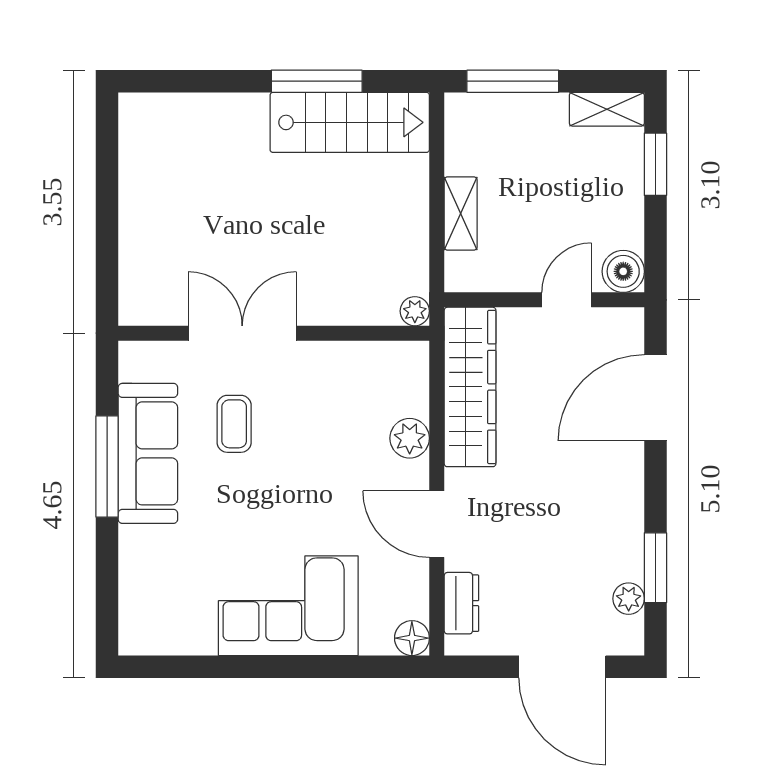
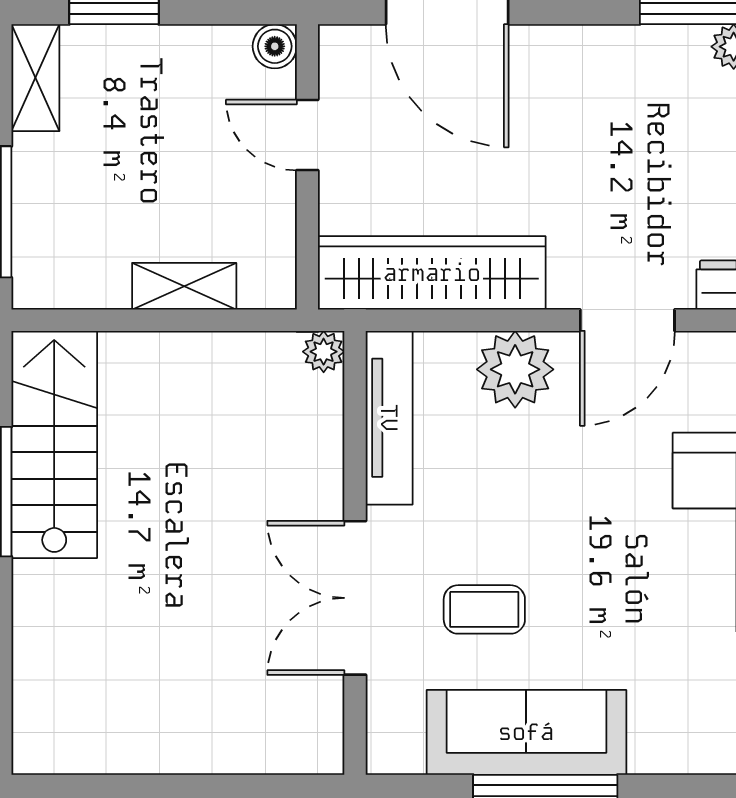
boiler: (623, 271) -> (275, 46), width x0.73, depth x0.73
tv unit: (368, 357) -> (389, 418), added
plant: (410, 438) -> (515, 369), width x1.36, depth x1.36

